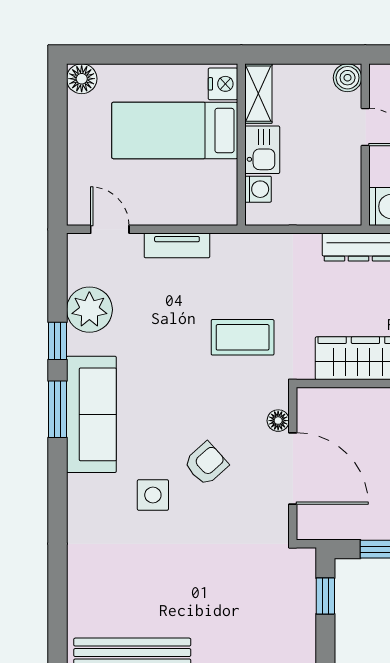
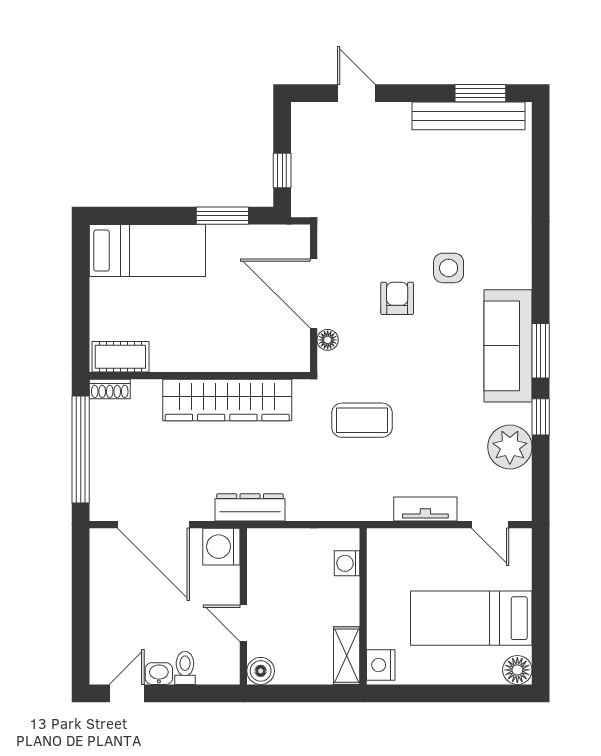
bed: (175, 130) -> (471, 618), moved, turned 180
kitchen sink: (262, 150) -> (343, 601), removed
armchair: (206, 464) -> (397, 298), turned 132

